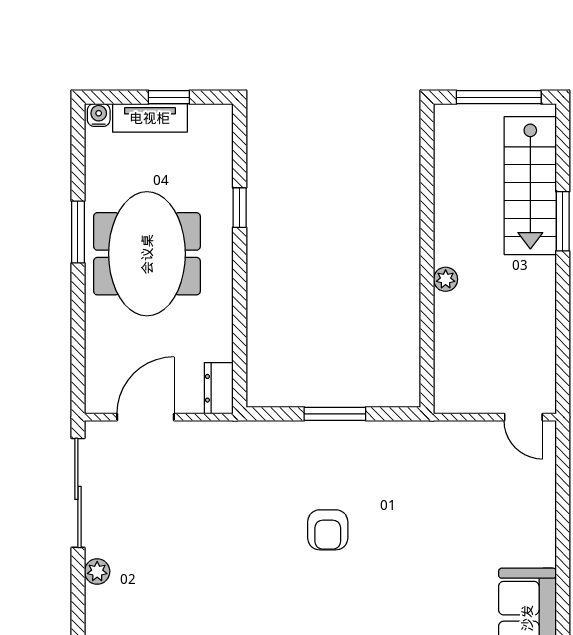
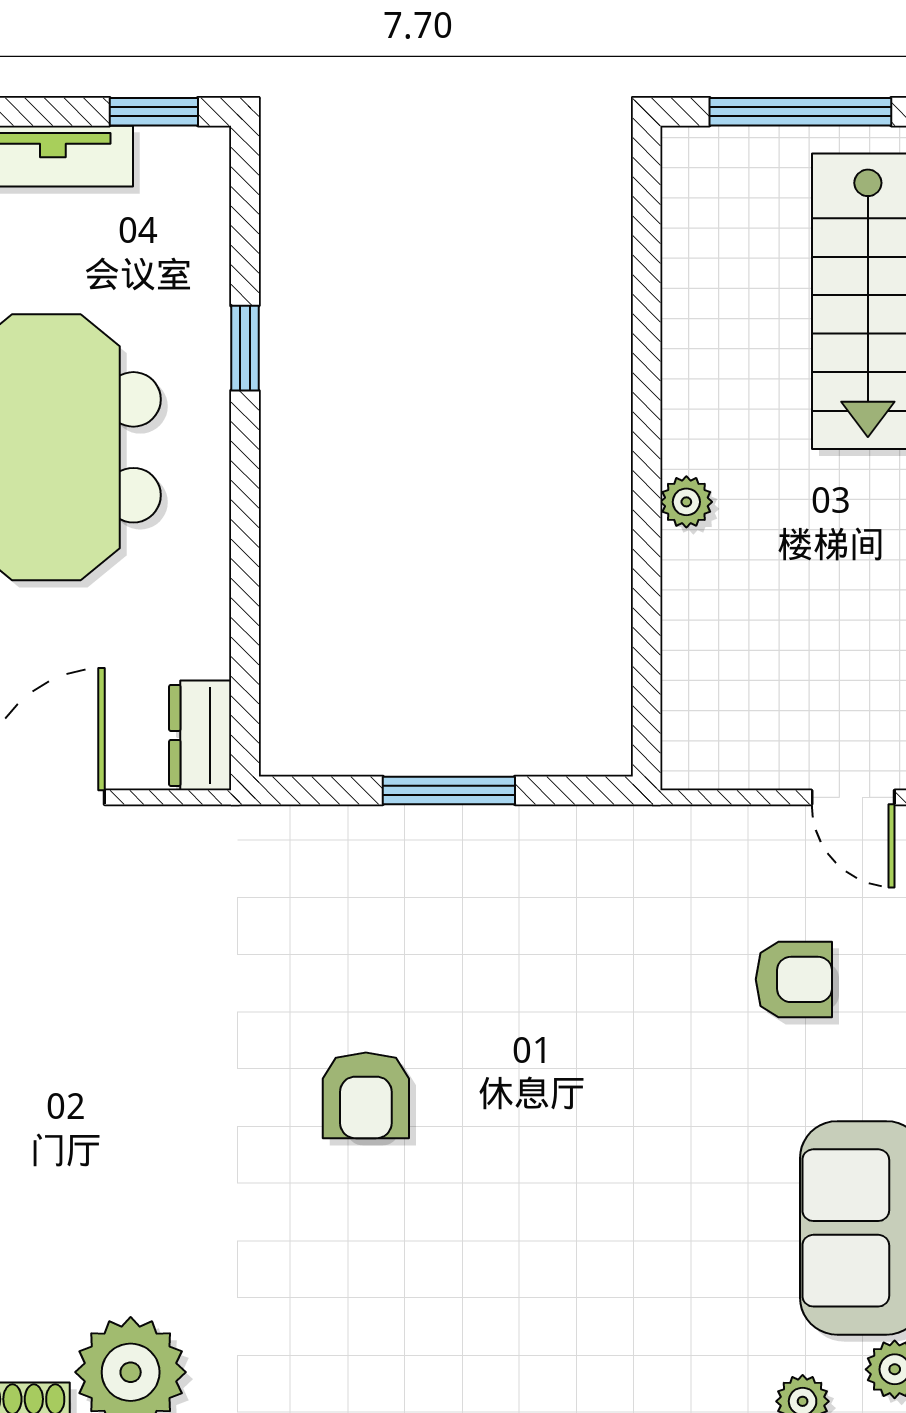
window: (169, 97) -> (154, 112), moved
armchair: (496, 502) -> (794, 979), added
armchair: (328, 530) -> (366, 1095), moved

